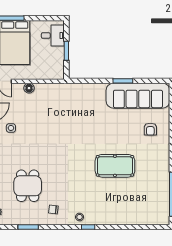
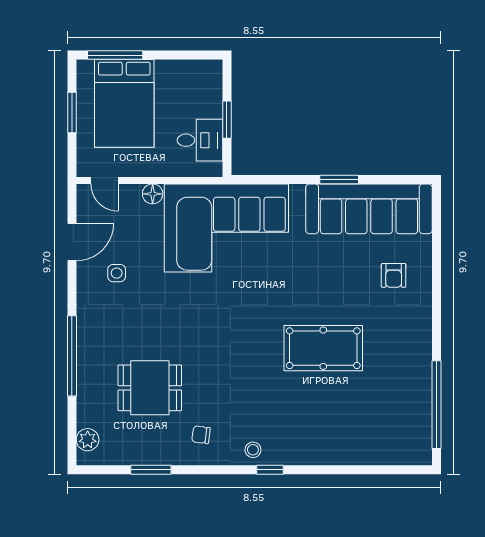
desk: (53, 35) -> (200, 140), moved
corner sofa: (66, 105) -> (226, 228), added
dining table: (28, 186) -> (150, 388), turned 90

